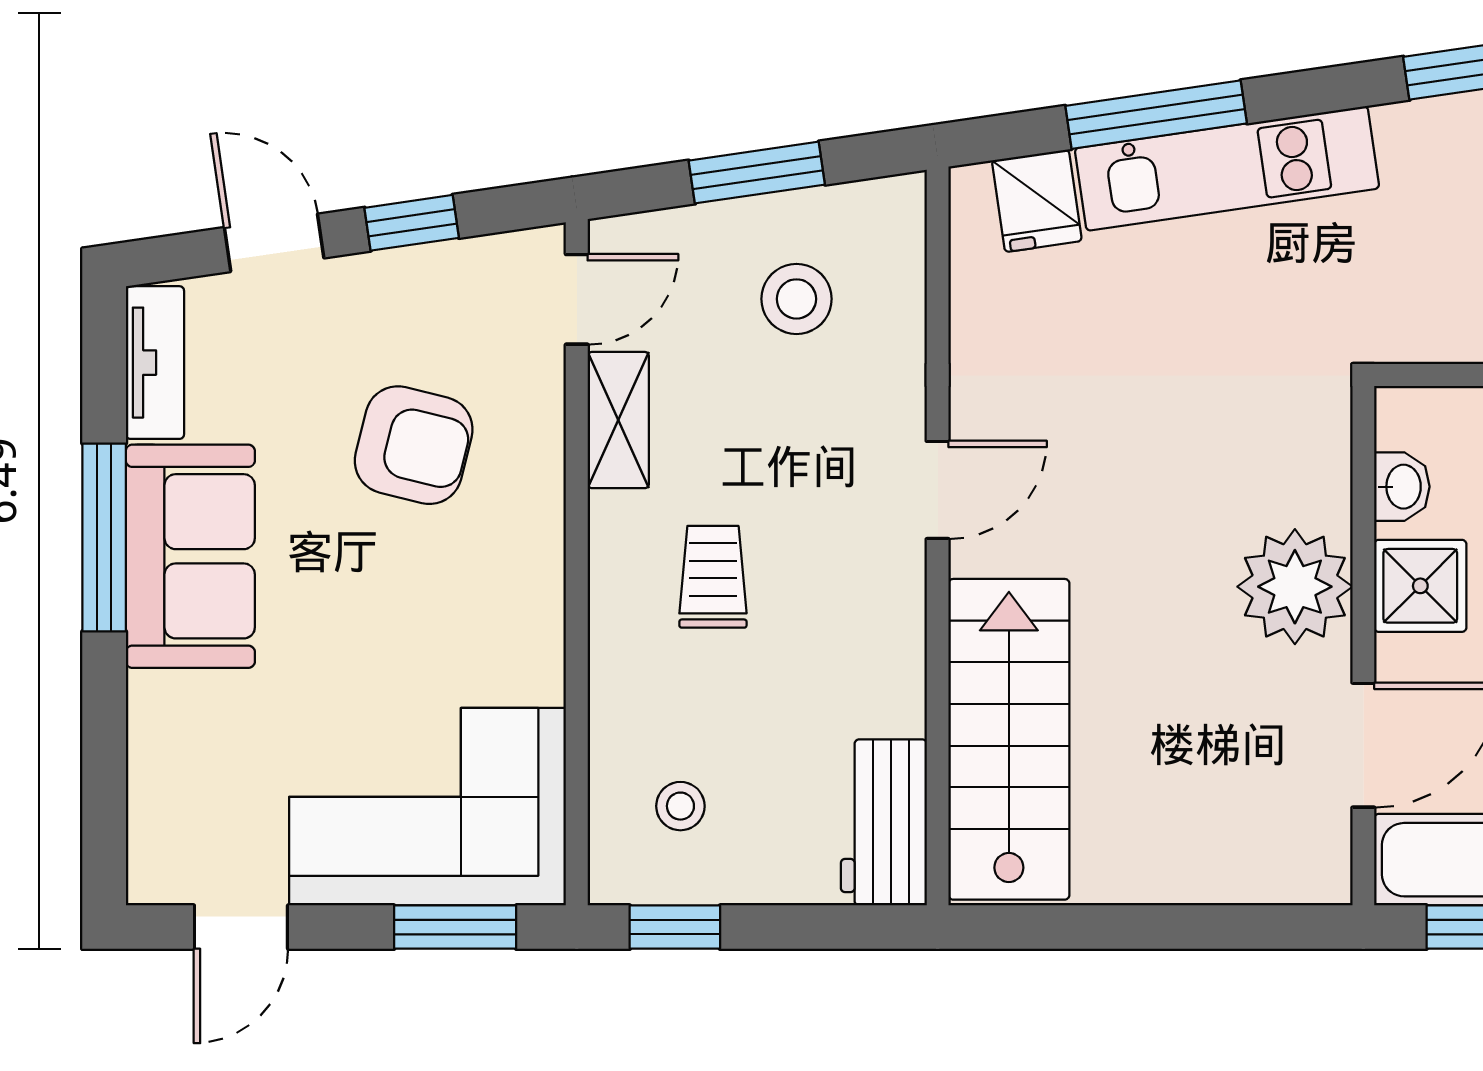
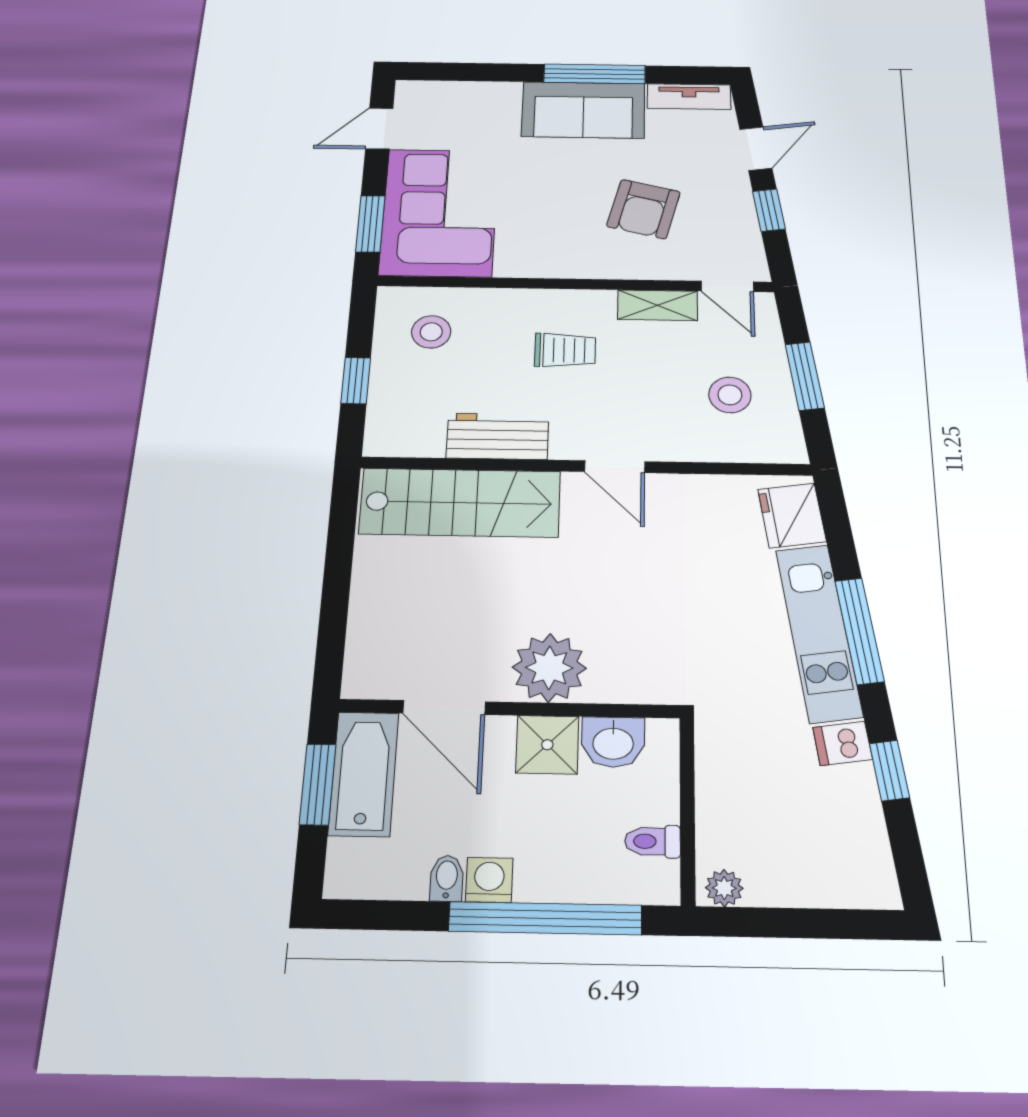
window: (1156, 115) -> (859, 631), moved
dishwasher: (1410, 140) -> (843, 743), added
fridge: (1037, 201) -> (792, 515), width x1.38
washbasin: (1402, 487) -> (613, 742), width x1.38, depth x1.45
stool: (680, 806) -> (431, 332), width x1.37, depth x1.37
workbench: (884, 822) -> (498, 436), moved
door: (241, 927) -> (379, 129), hinge flipped
window: (675, 927) -> (356, 381), moved

